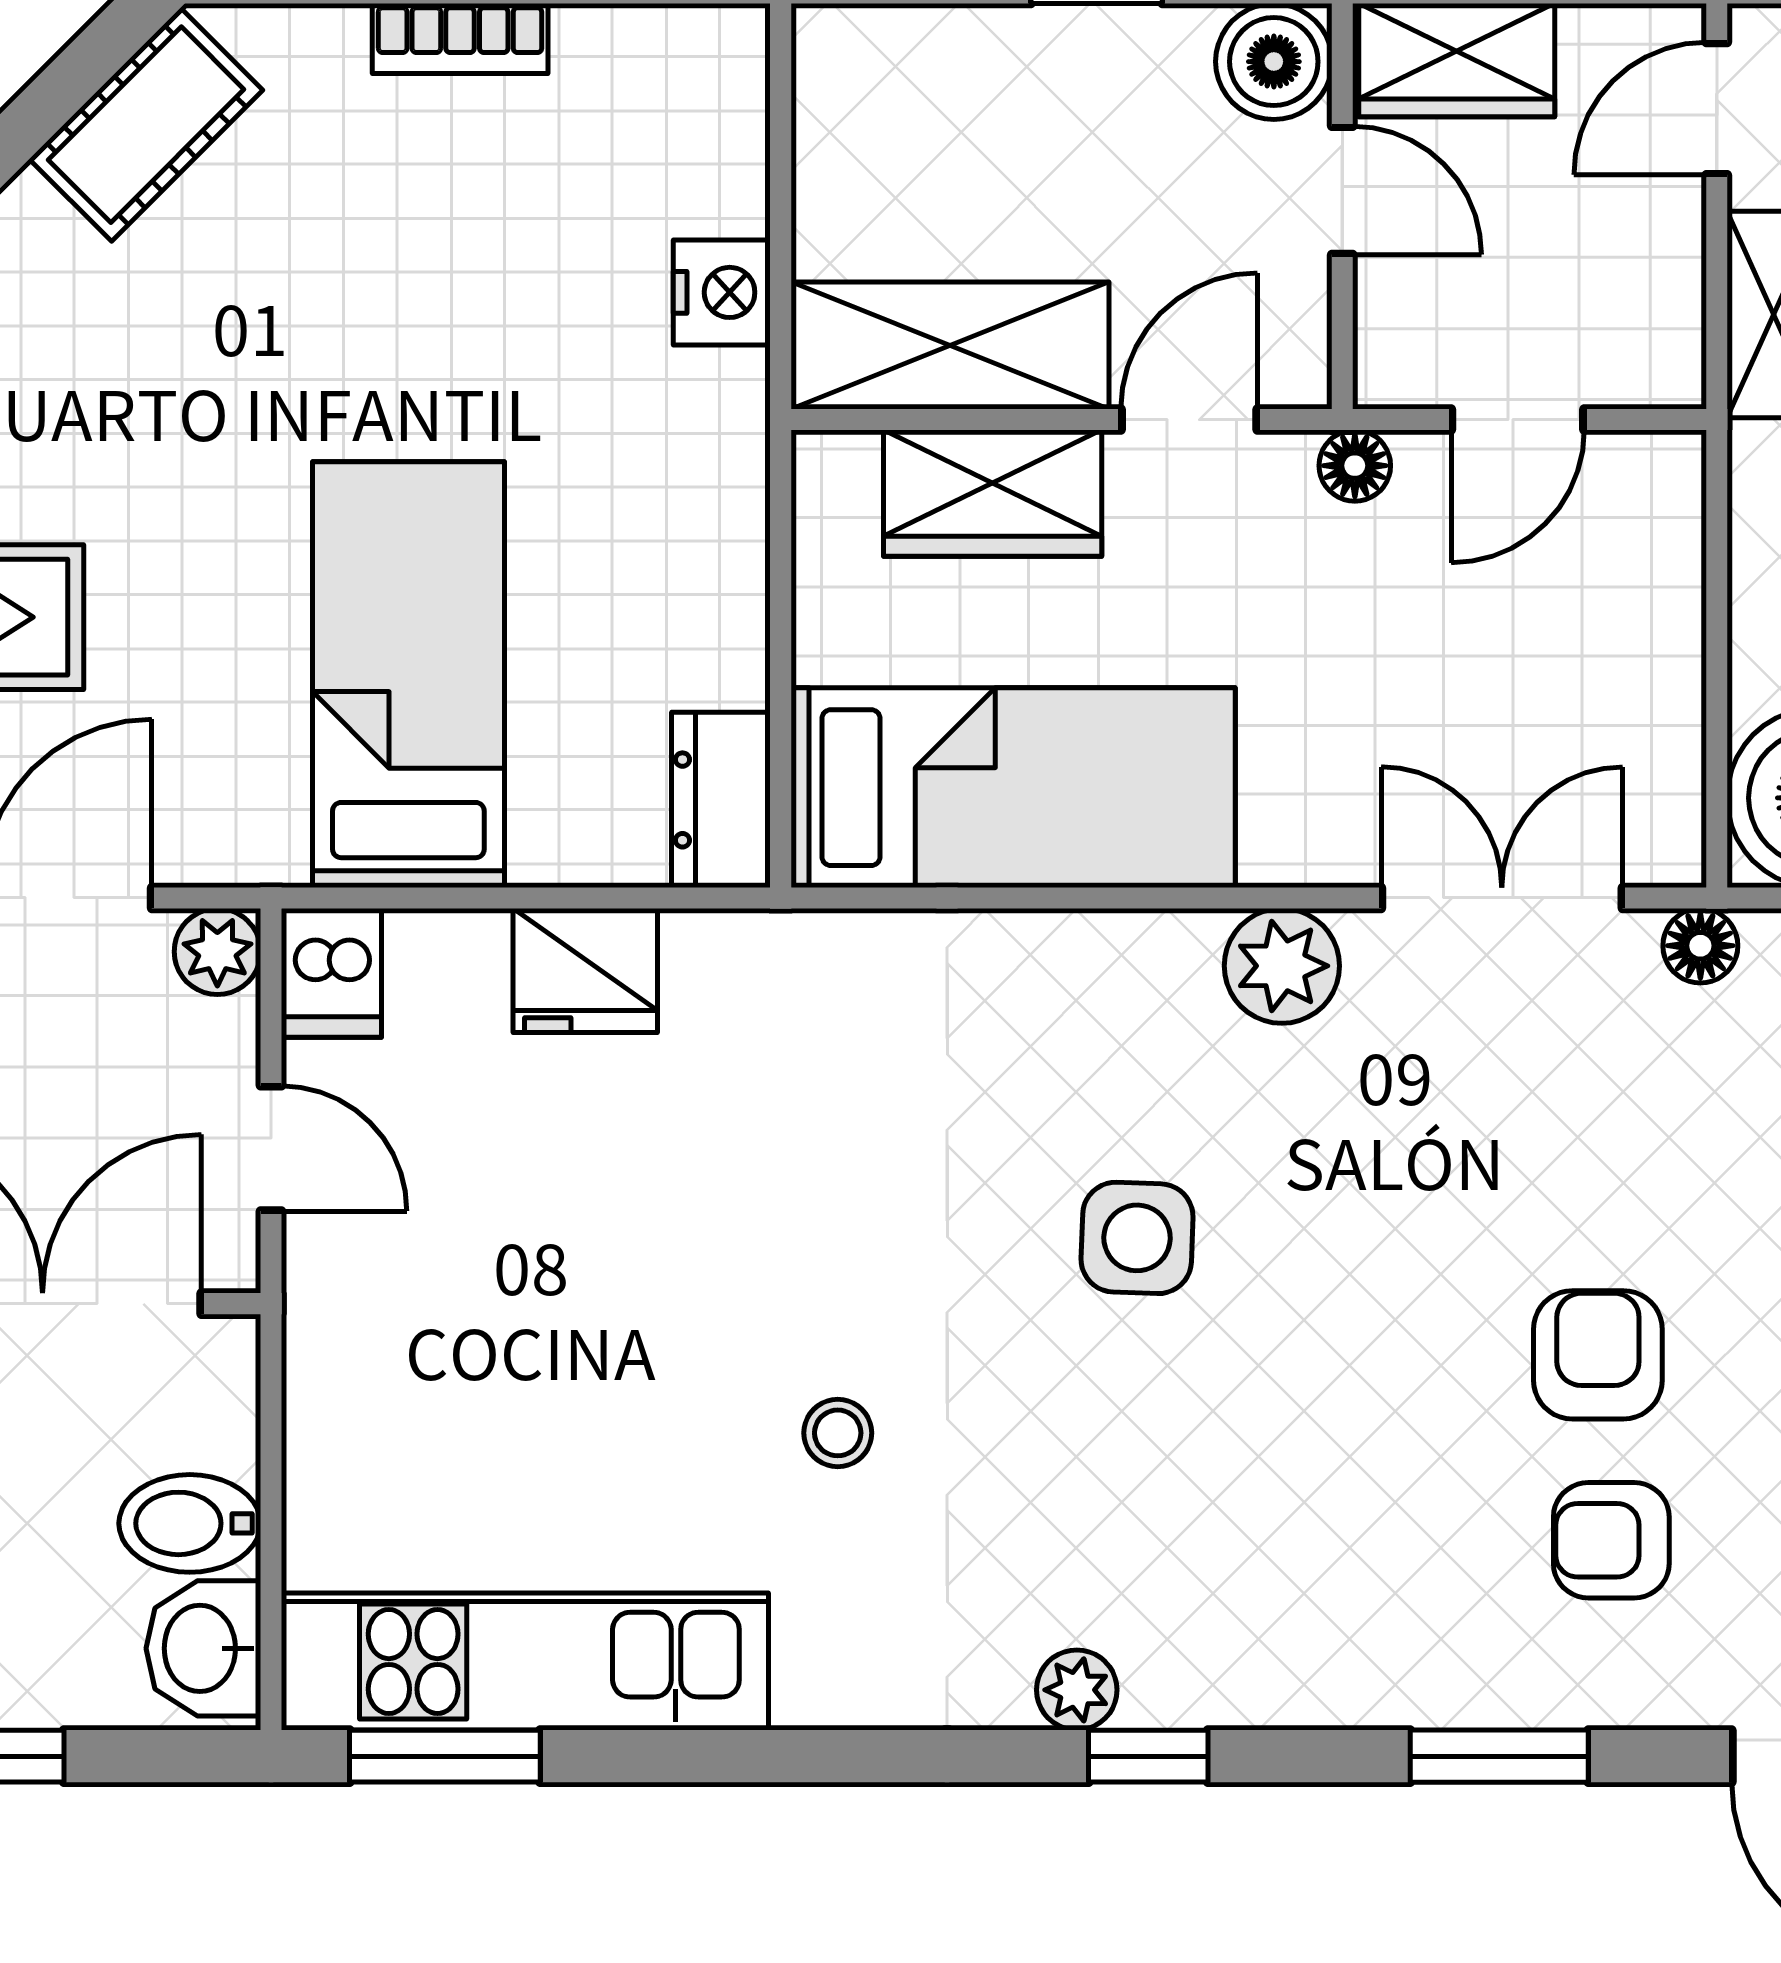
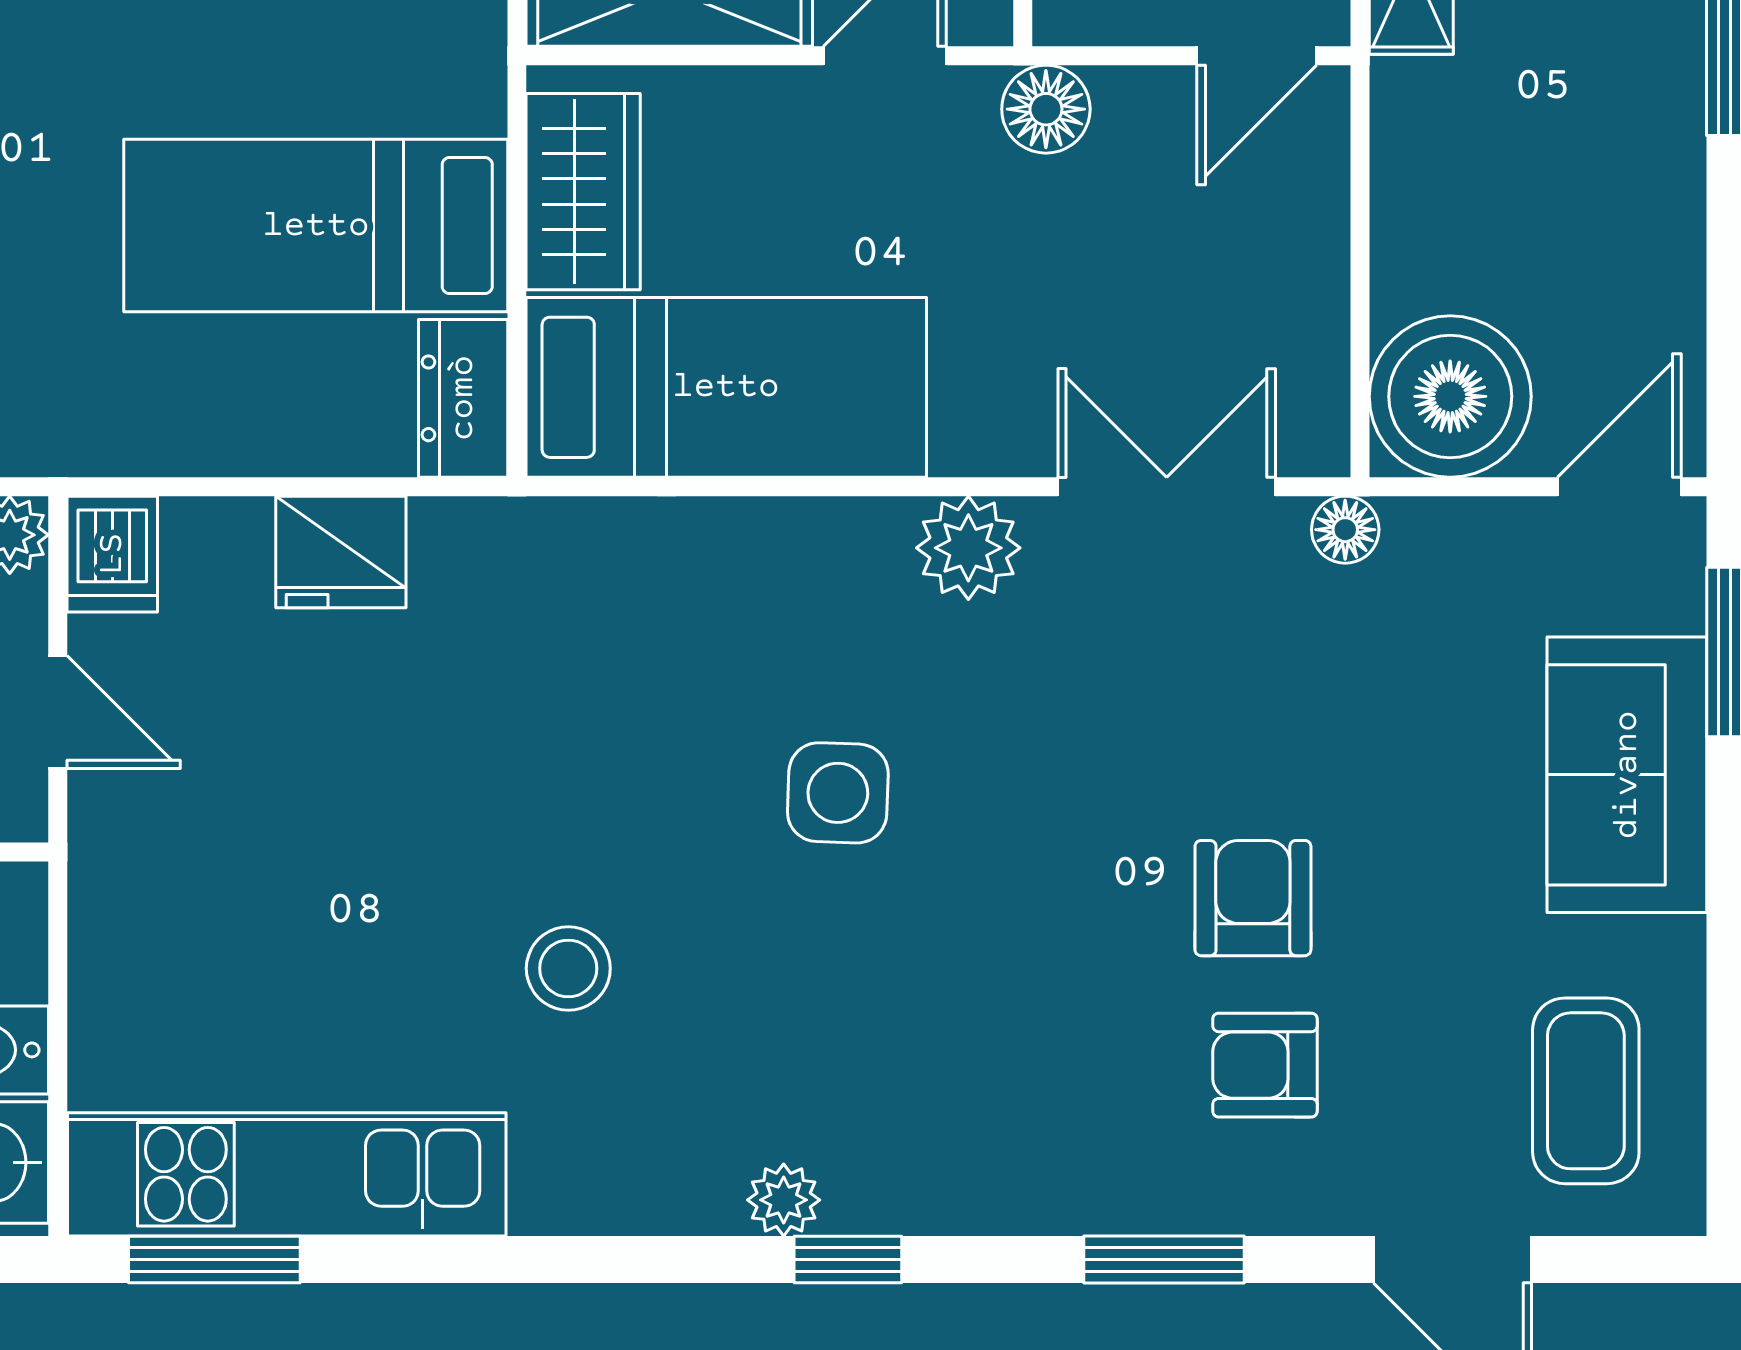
door: (1518, 420) -> (1257, 56), moved
floor lamp: (1355, 466) -> (1046, 109), width x1.37, depth x1.37
wardrobe: (993, 493) -> (583, 192), moved, turned -90
bed: (408, 675) -> (316, 226), moved, turned -90
stool: (838, 1433) -> (568, 968), width x1.37, depth x1.37

